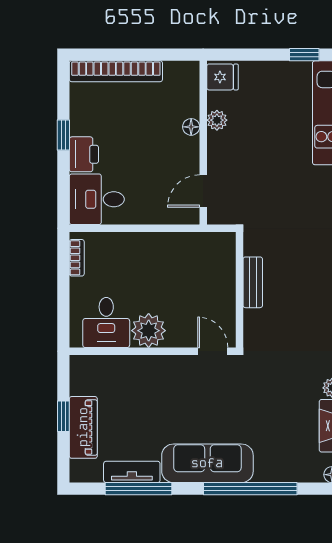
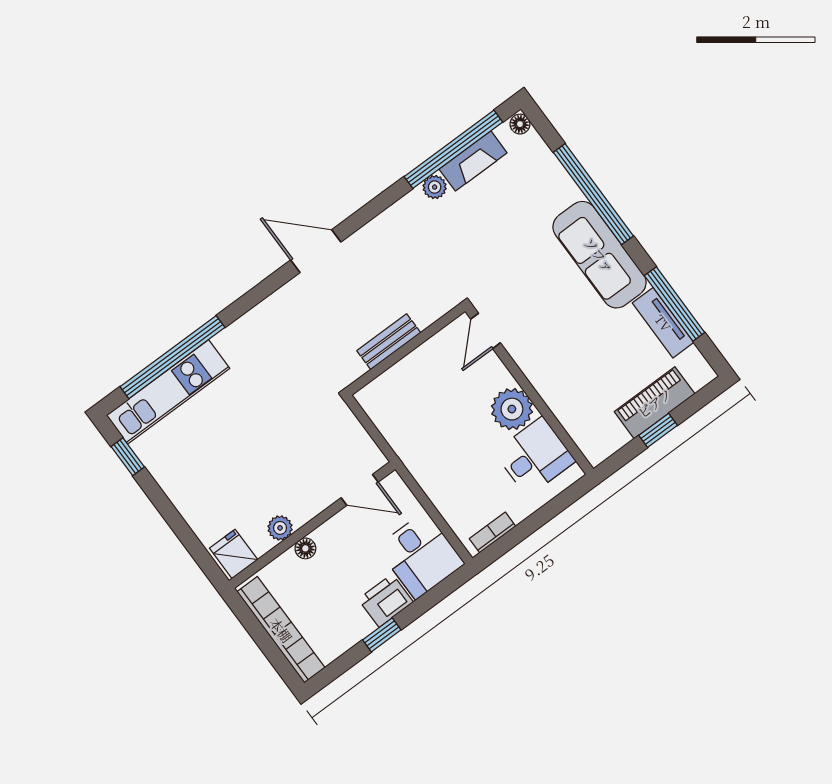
fridge: (222, 77) -> (234, 554), moved
plant: (217, 120) -> (280, 528), moved
floor lamp: (191, 127) -> (305, 548), moved
wall: (203, 143) -> (312, 525), moved
door: (203, 191) -> (360, 490), moved

